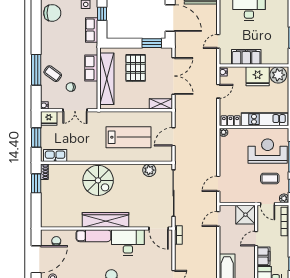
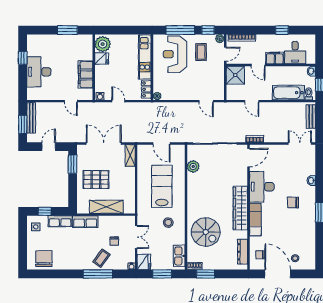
door: (170, 18) -> (49, 147), width x0.53
row of seats: (91, 68) -> (85, 222), moved
fridge: (258, 76) -> (102, 59), width x0.53, depth x0.75
shelving: (107, 79) -> (106, 207), width x0.68
stool: (90, 144) -> (168, 223), added
spiral stairs: (98, 180) -> (206, 232), moved, turned 90
door: (218, 219) -> (252, 101), moved
dresser: (60, 222) -> (243, 252), added

